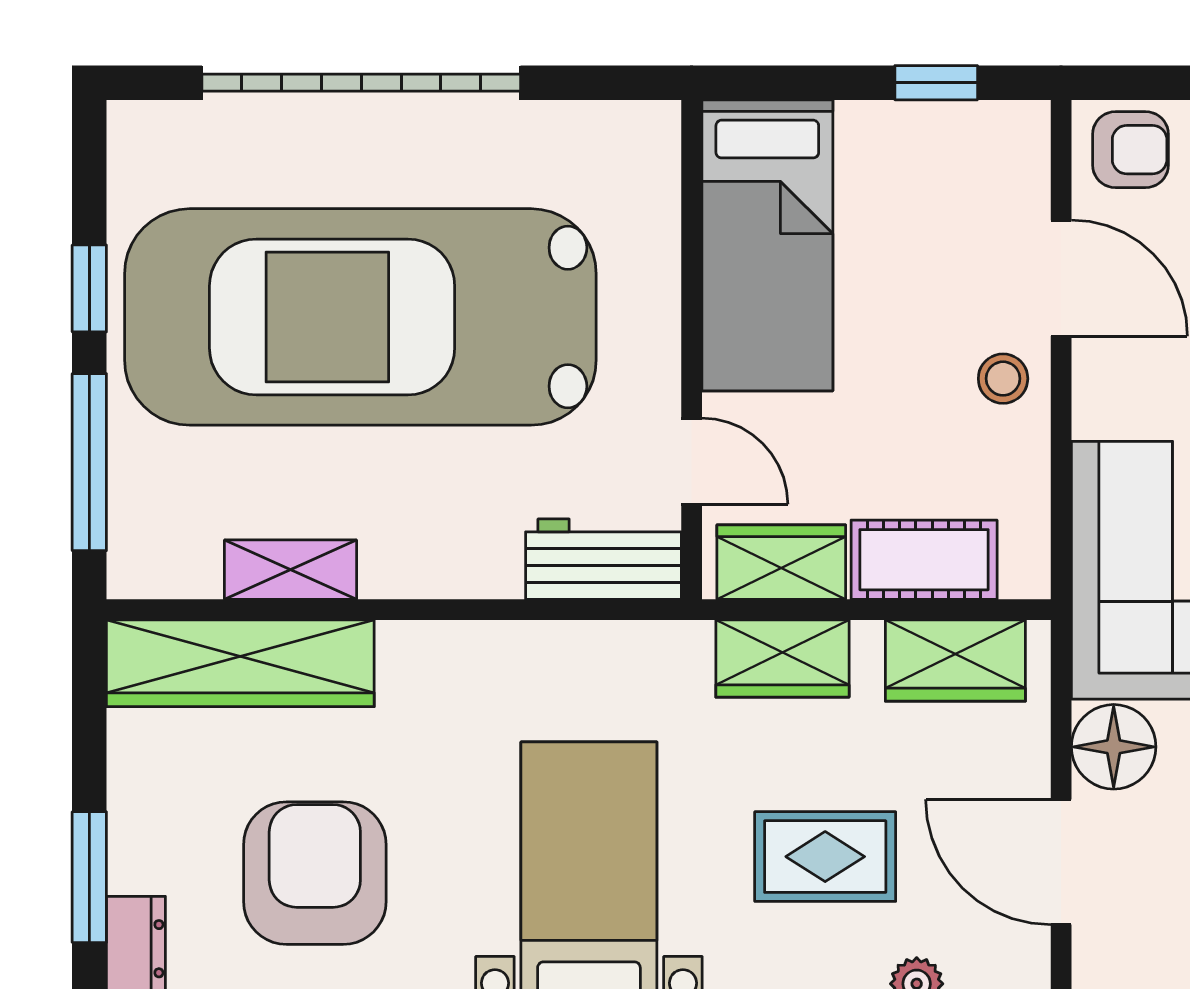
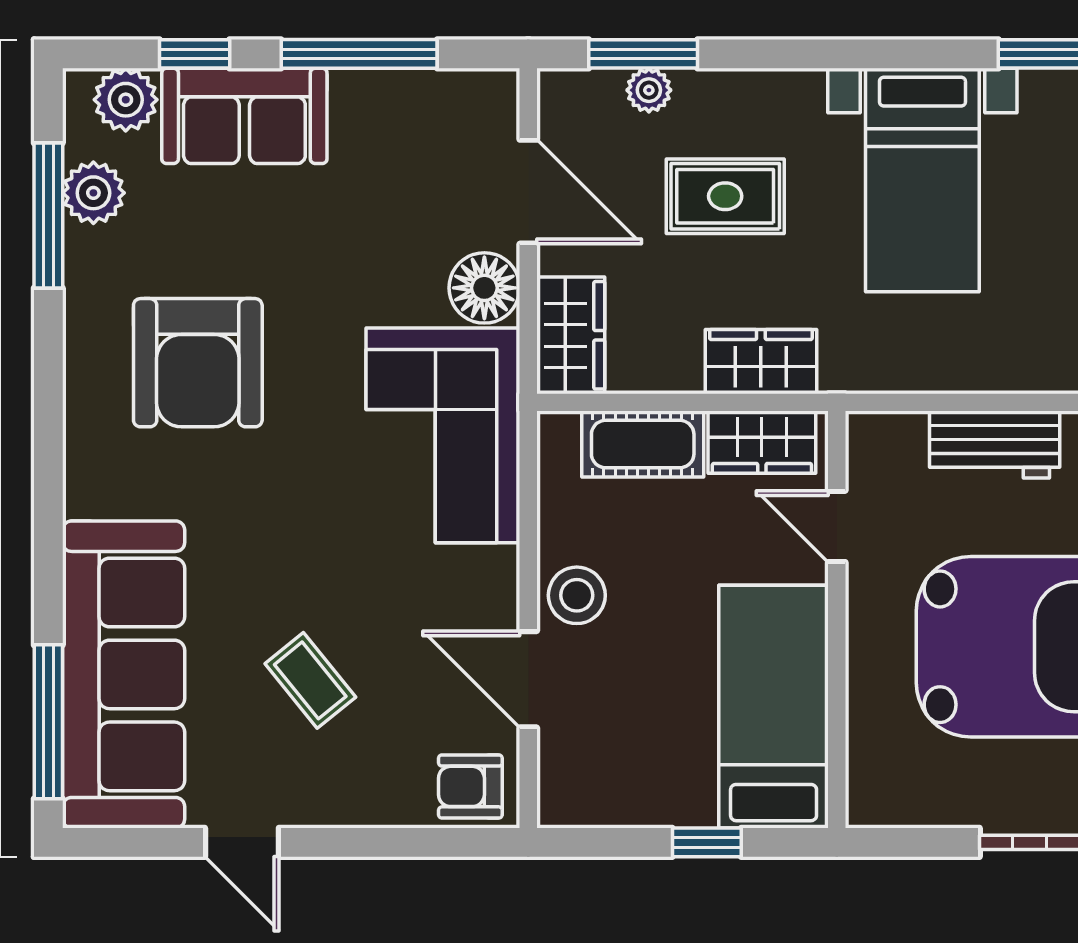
window: (936, 83) -> (707, 842), moved
stool: (1003, 379) -> (577, 595), width x1.37, depth x1.37
workbench: (603, 559) -> (995, 445), moved
wardrobe: (955, 661) -> (571, 335), moved, turned 90

